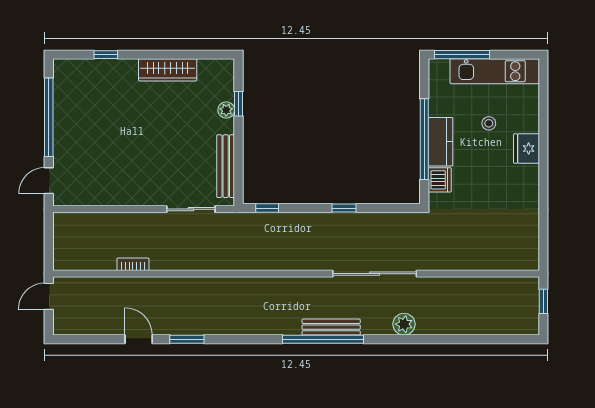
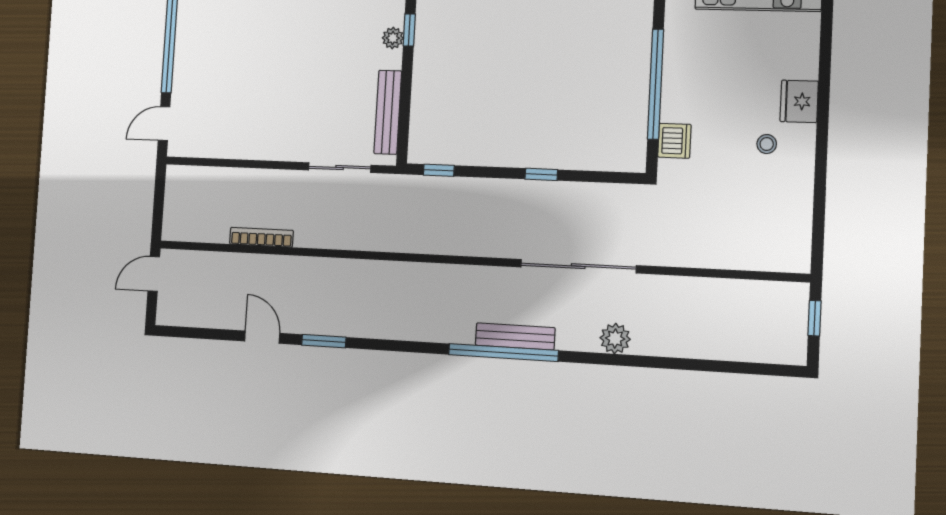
stool: (489, 123) -> (767, 144), moved
kitchen counter: (440, 142) -> (678, 88), removed
bookcase: (133, 264) -> (261, 237), width x1.56

